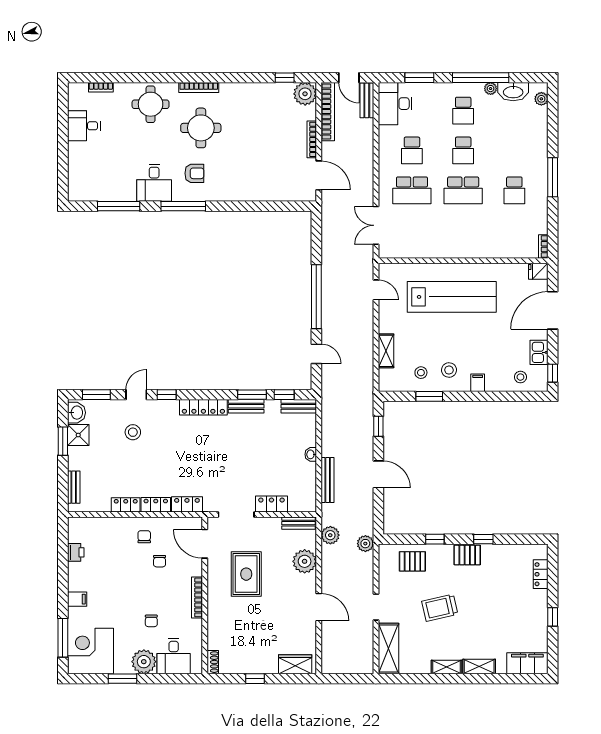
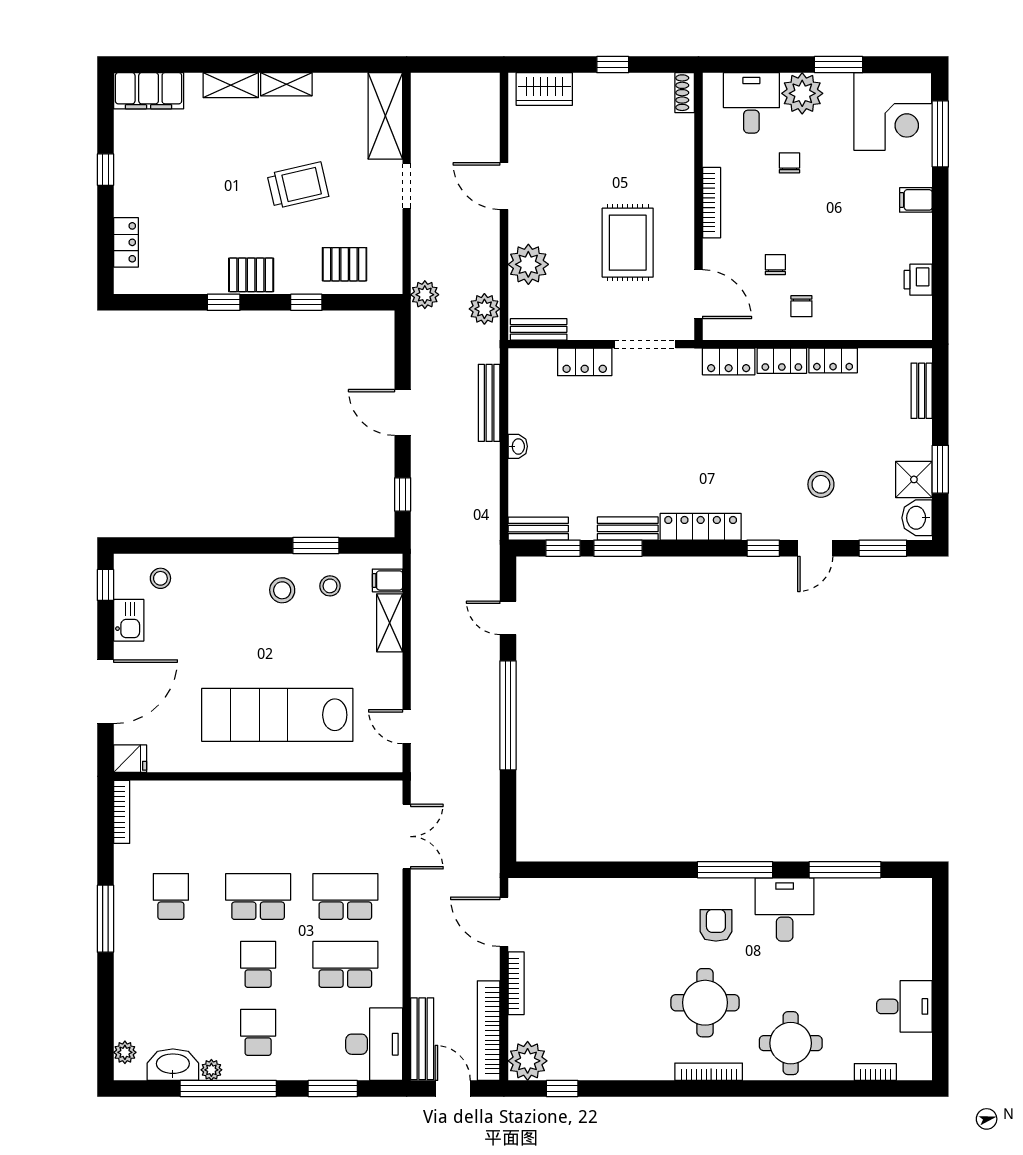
bench: (367, 100) -> (422, 1039), width x1.36
school desk: (412, 150) -> (345, 964), width x1.85
armchair: (194, 173) -> (716, 925), turned 90
bookcase: (543, 247) -> (122, 812), width x1.56
filing cabinet: (478, 383) -> (387, 580), moved, turned 90

